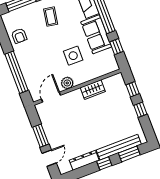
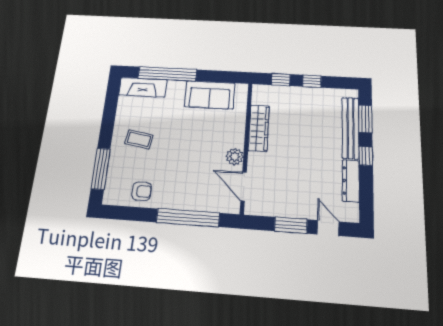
sofa: (96, 34) -> (210, 95), moved
window: (116, 47) -> (218, 76), removed
side table: (73, 56) -> (203, 133), removed
wardrobe: (93, 90) -> (259, 128), width x1.50

